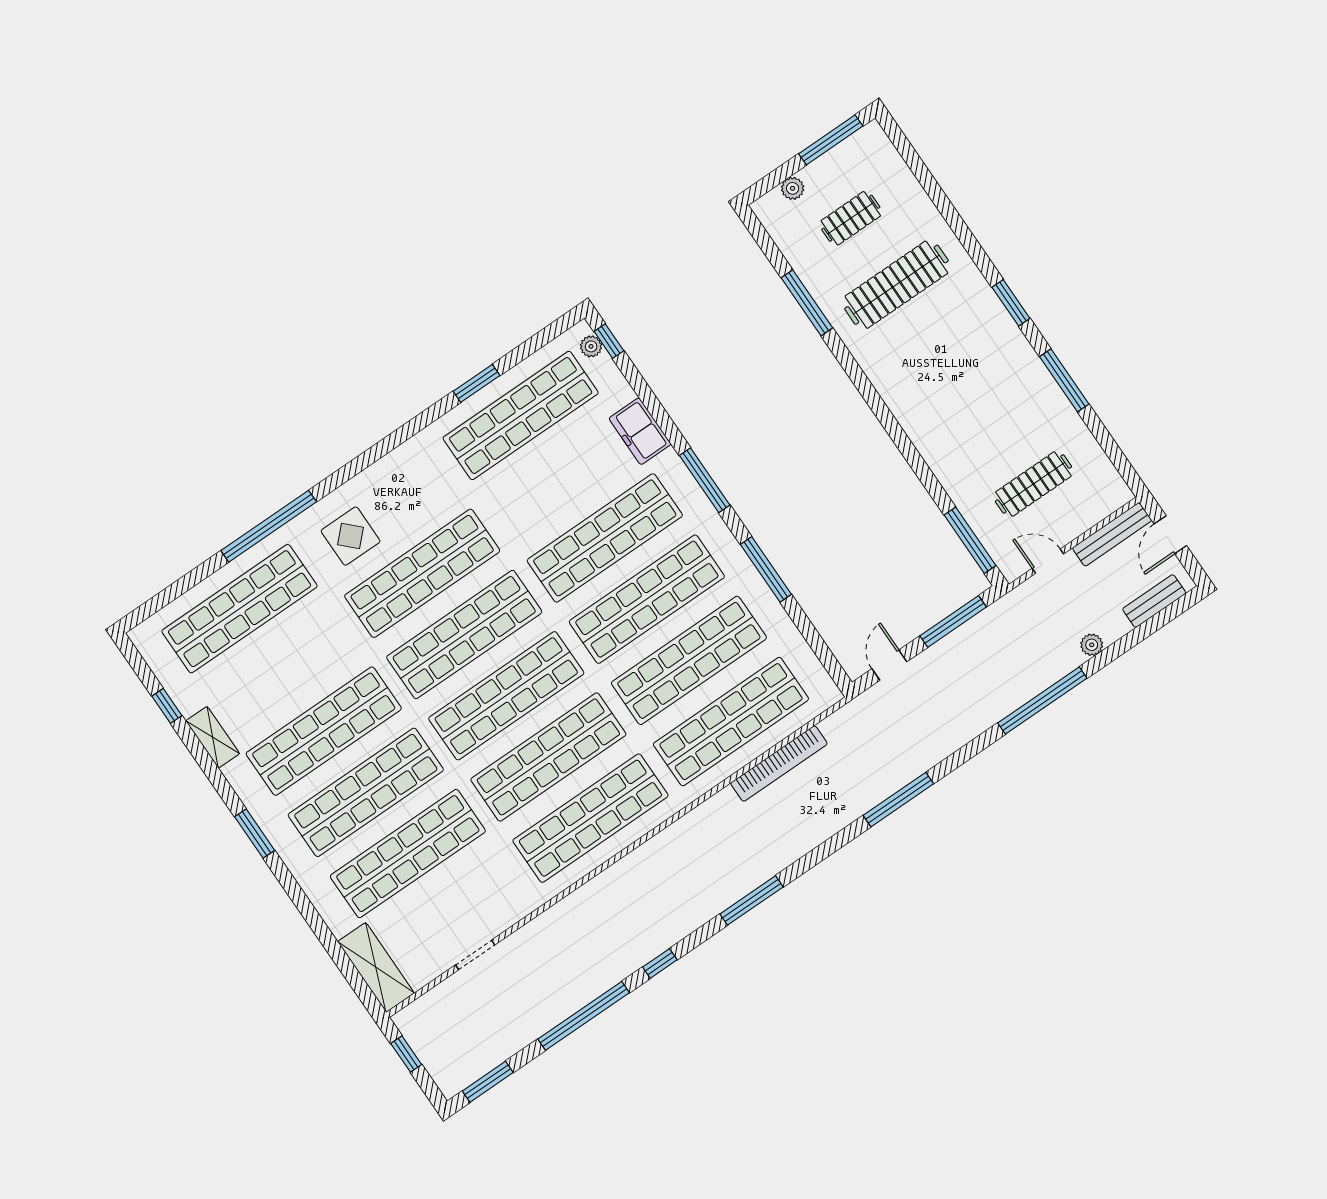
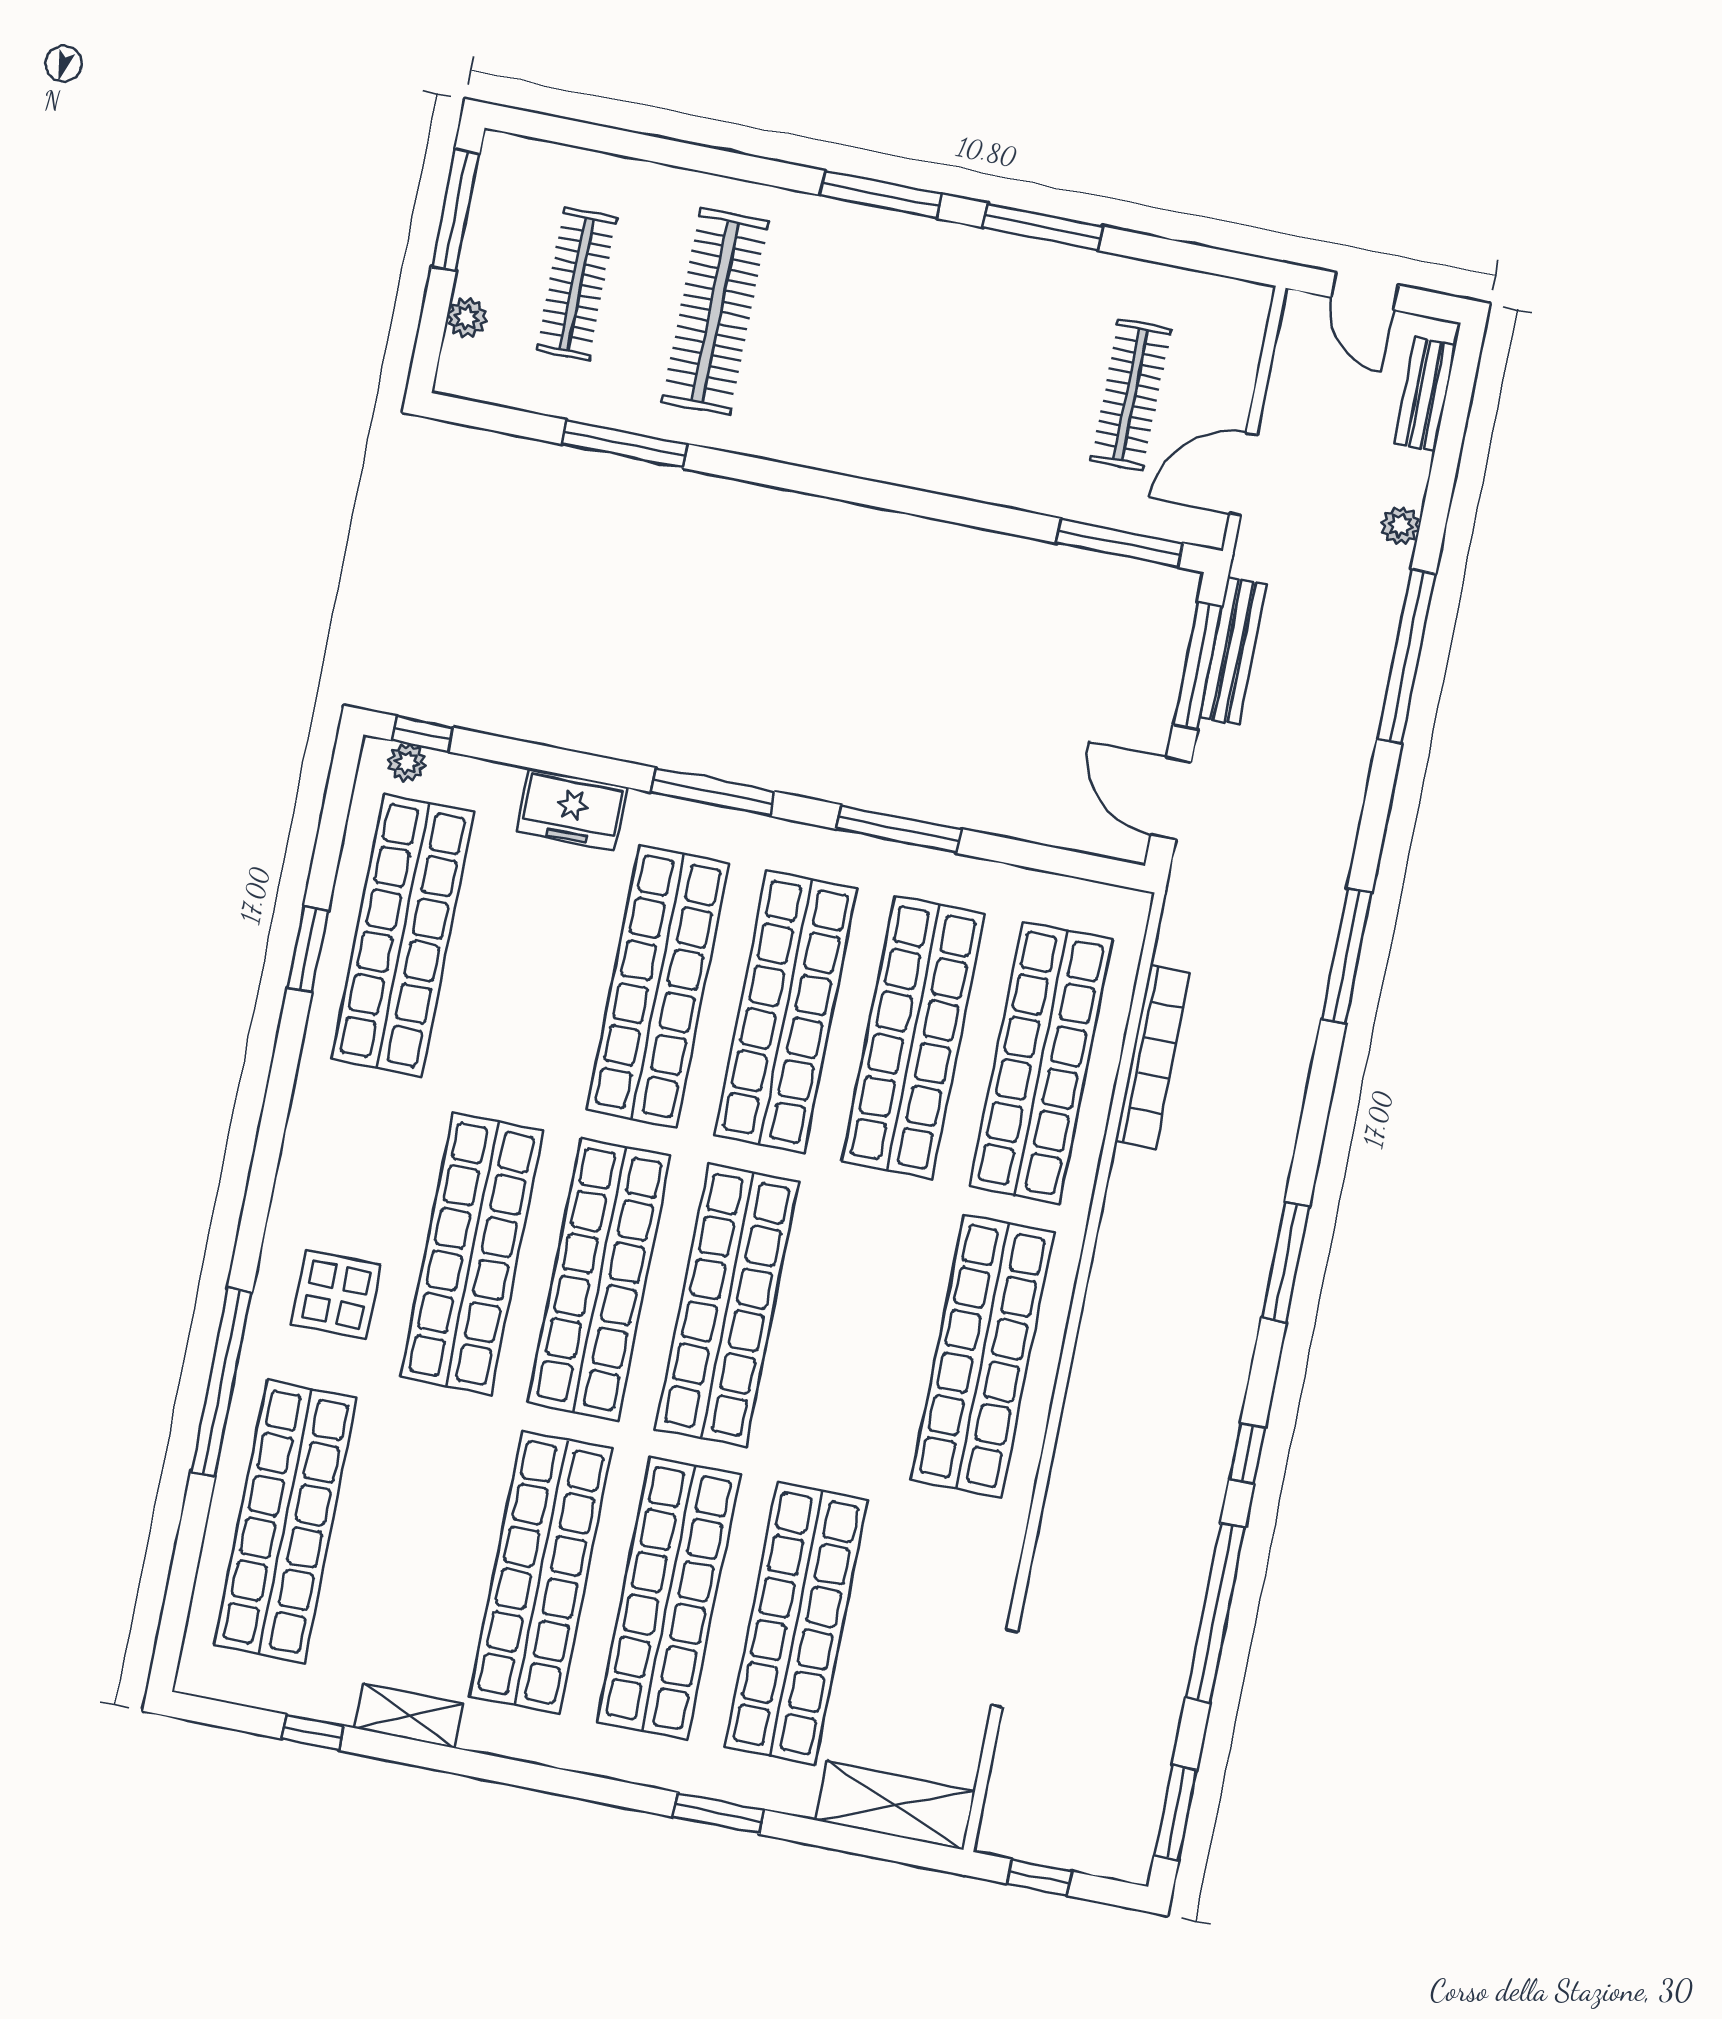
clothes rail: (851, 218) -> (577, 284), width x1.36
window: (1011, 303) -> (881, 195), width x1.44
bench: (1112, 534) -> (1233, 651), moved
door: (1048, 561) -> (1243, 474), width x1.38
door: (889, 665) -> (1171, 798), width x1.38
shop shelf: (548, 757) -> (855, 1330), removed
window: (255, 834) -> (719, 1813), moved

